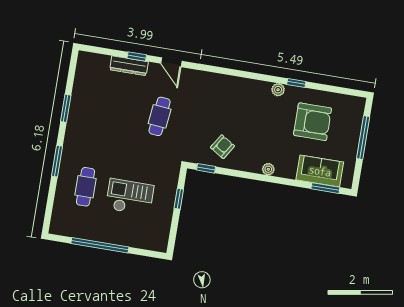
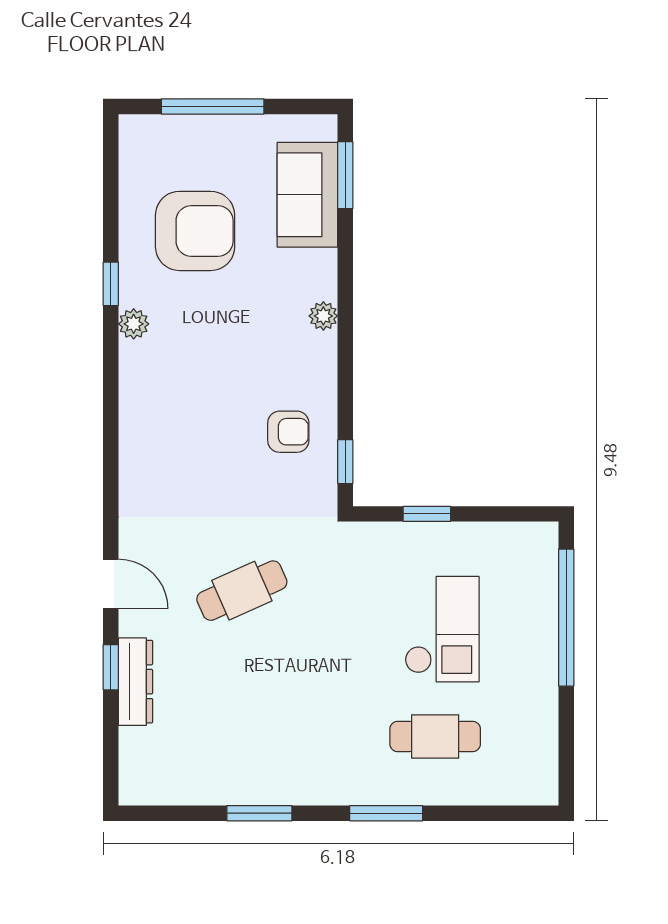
door: (171, 62) -> (111, 584), hinge flipped
cafe table: (160, 116) -> (242, 591), turned -30
armchair: (312, 122) -> (195, 231), turned 90
armchair: (222, 147) -> (288, 432), turned 148
checkout: (130, 197) -> (442, 629), turned 180
window: (100, 245) -> (566, 618), moved

